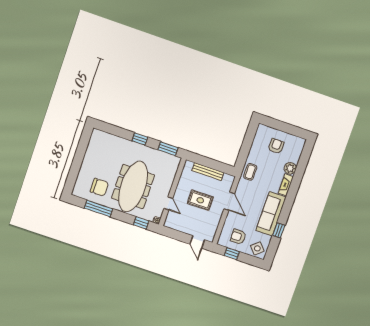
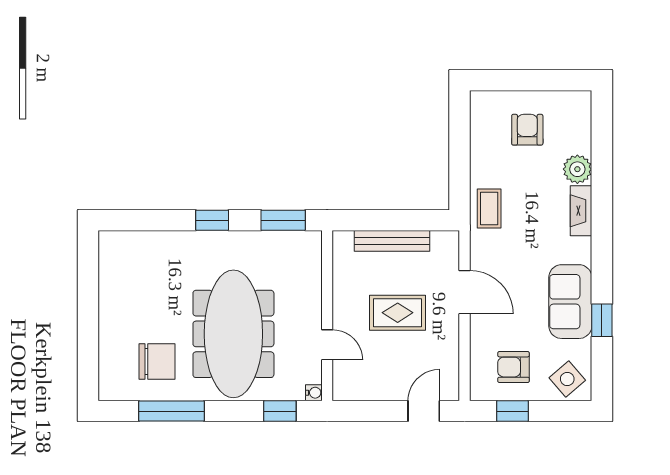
sofa: (271, 214) -> (570, 302), width x0.73
door: (197, 242) -> (424, 411), swing flipped

